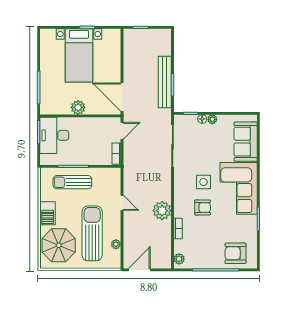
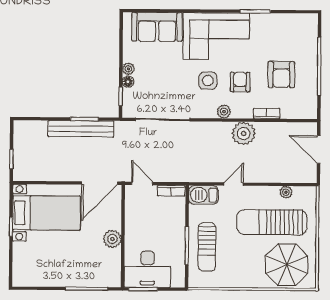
bed with nightstands: (79, 55) -> (46, 213), moved
barbecue: (48, 213) -> (203, 195), moved, turned 180
armchair: (235, 253) -> (281, 74), moved
plant: (179, 259) -> (224, 112), moved
door: (139, 270) -> (319, 150), moved

